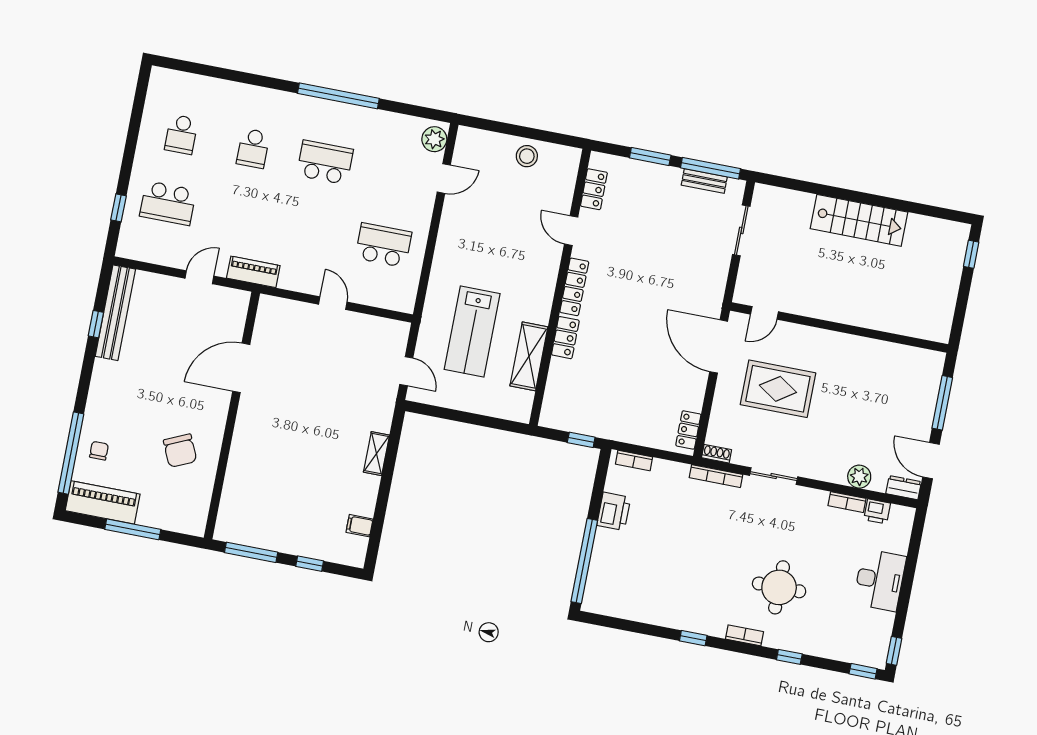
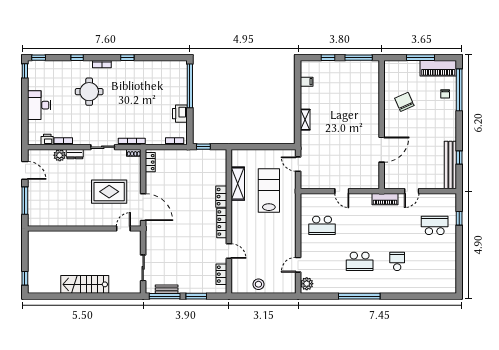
school desk: (181, 134) -> (435, 261), removed
dresser: (904, 488) -> (75, 154), moved

